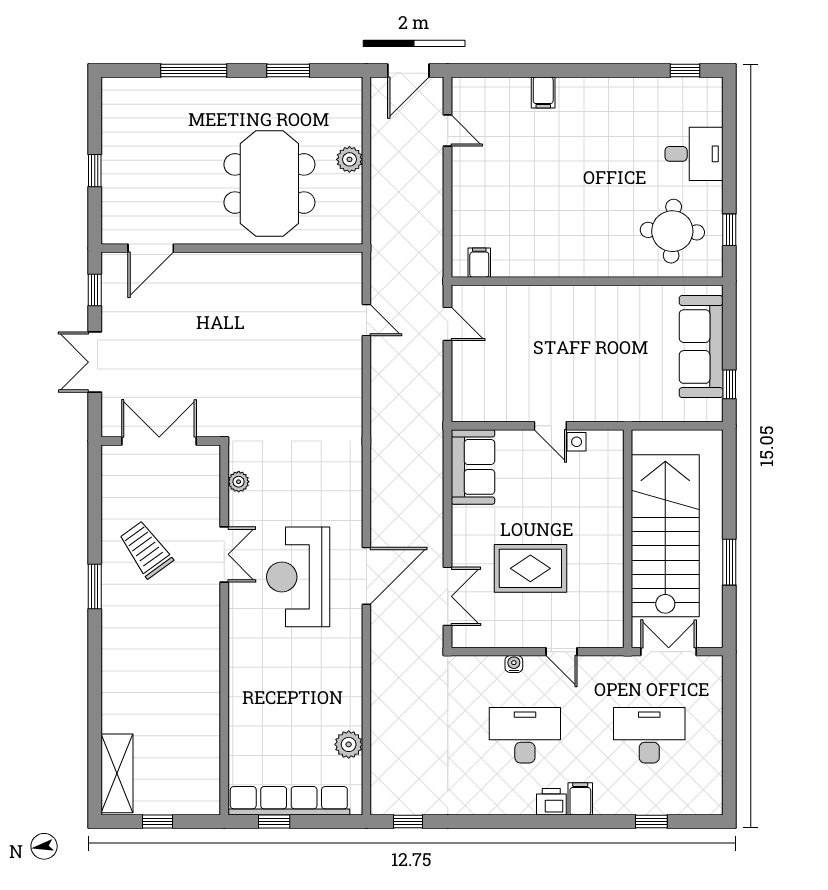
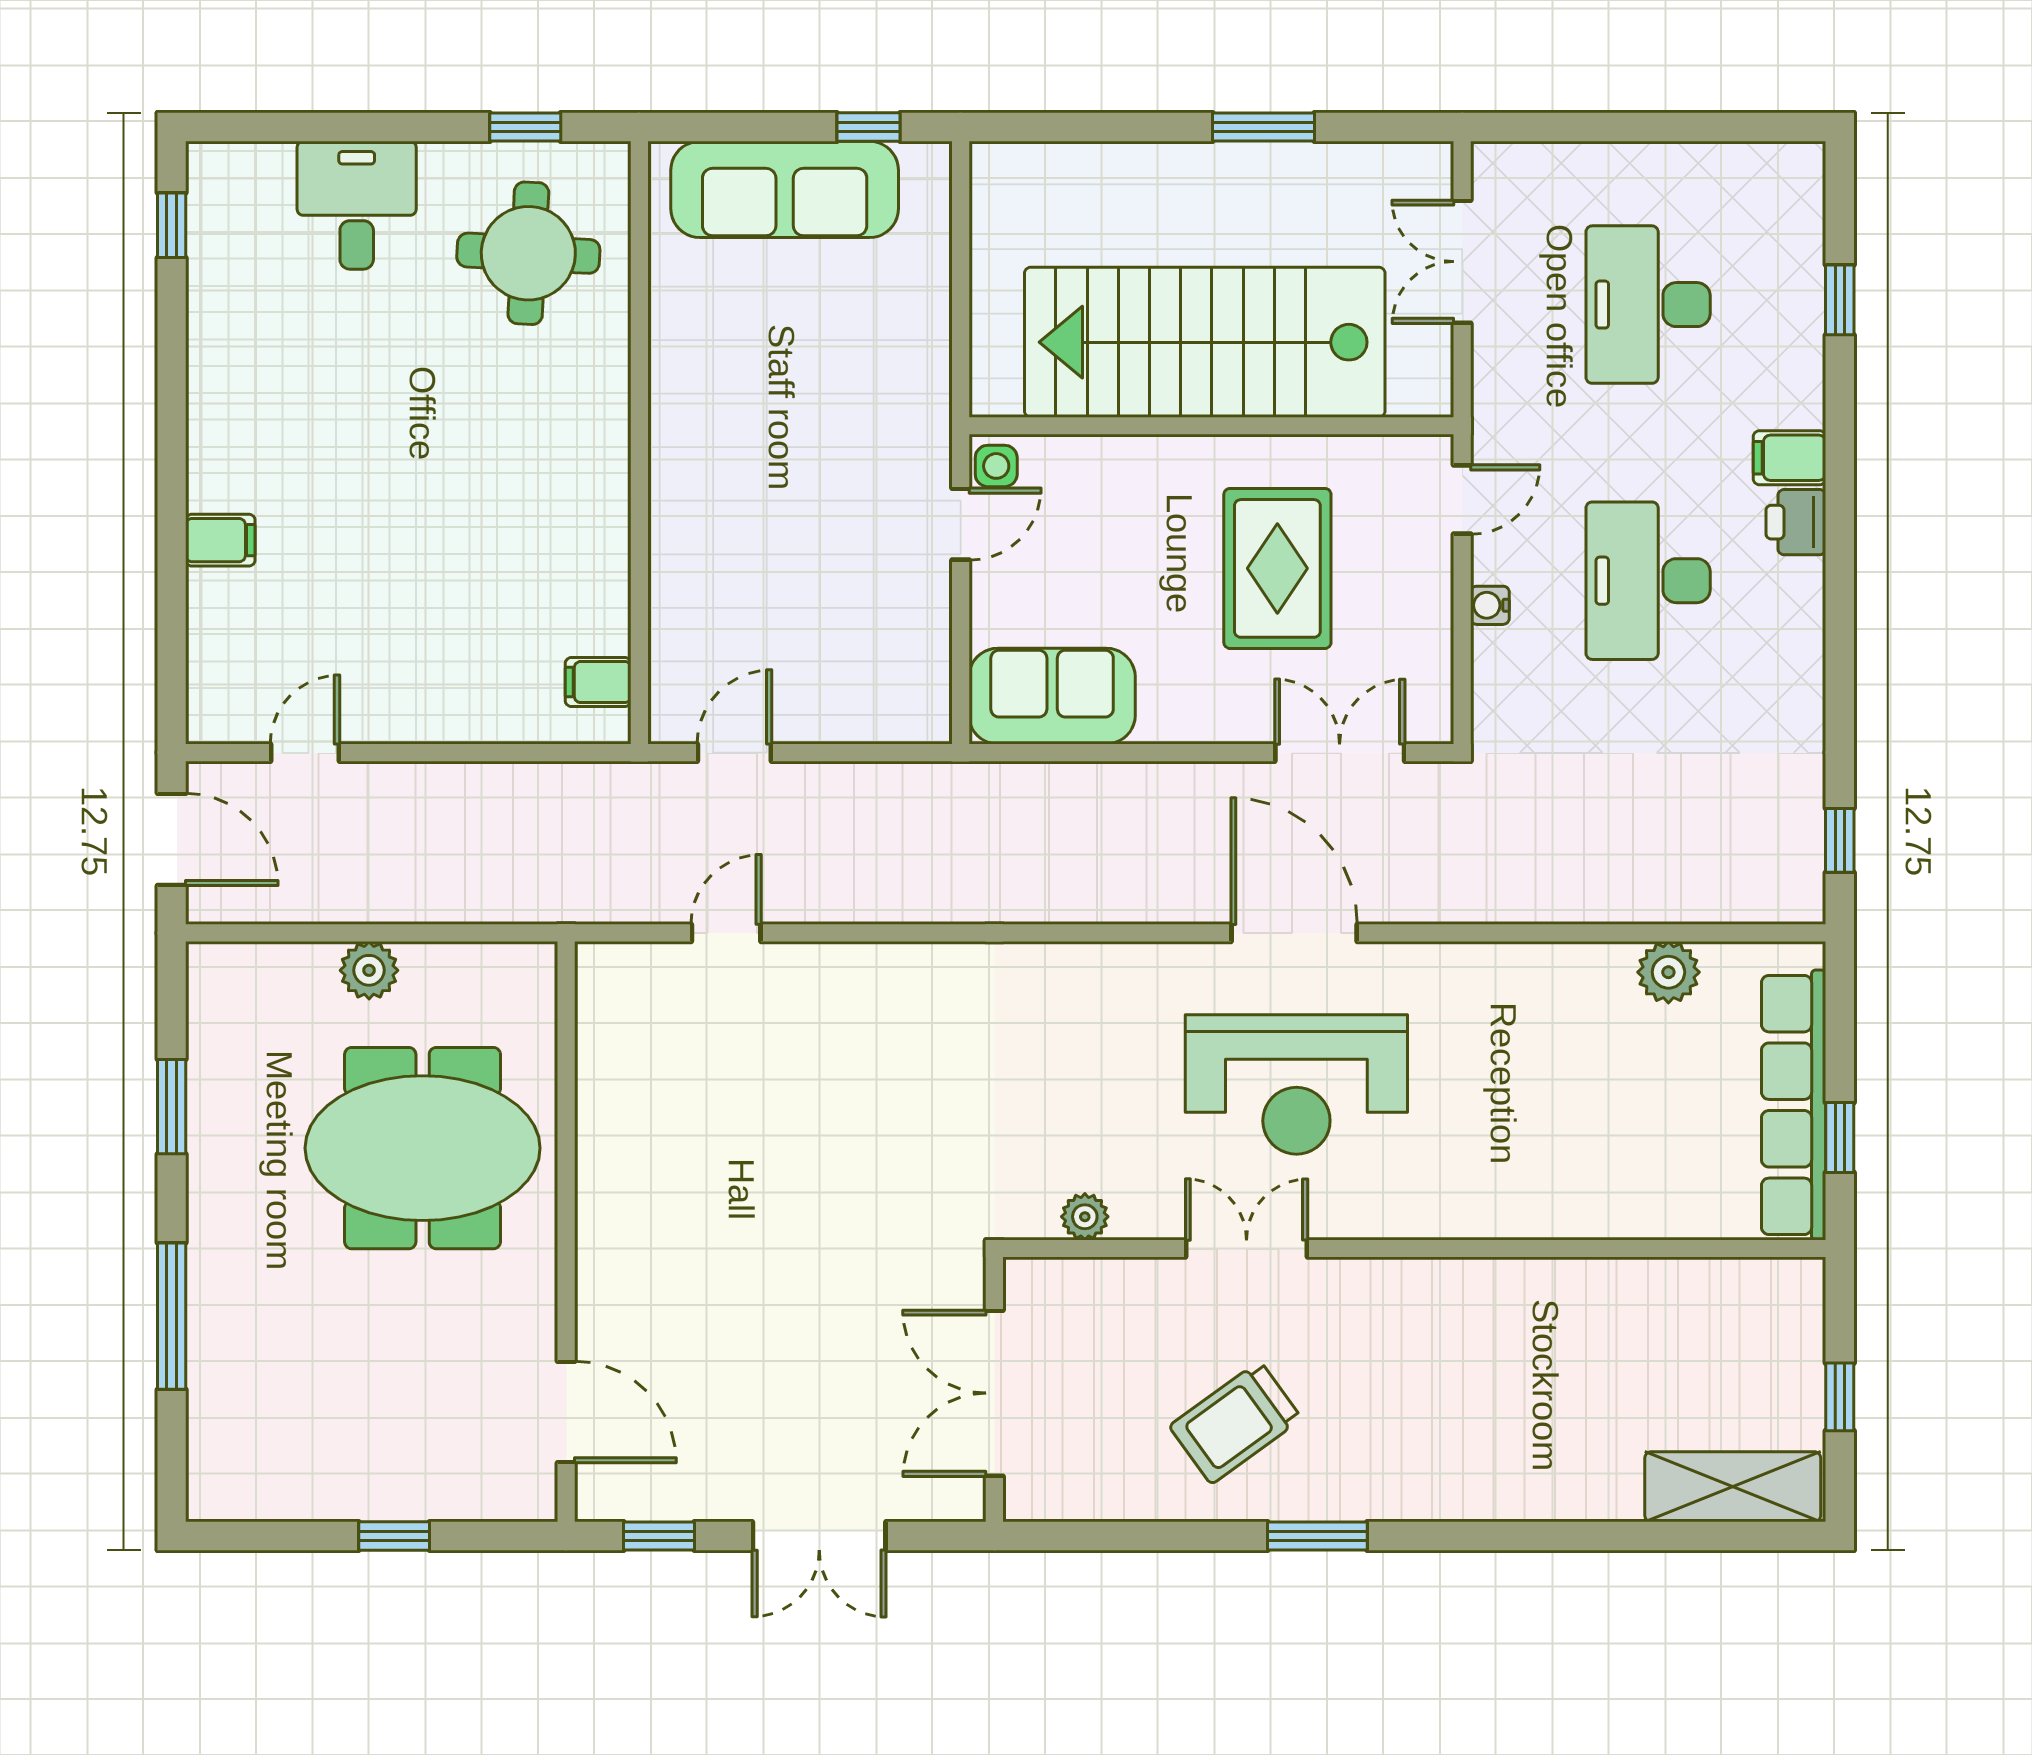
stairs: (665, 536) -> (1205, 342), moved
wall: (628, 539) -> (1211, 426), moved

